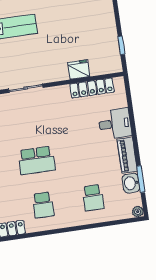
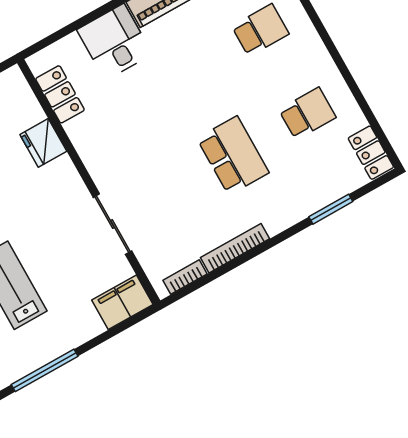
locker: (92, 88) -> (60, 94), width x0.66

